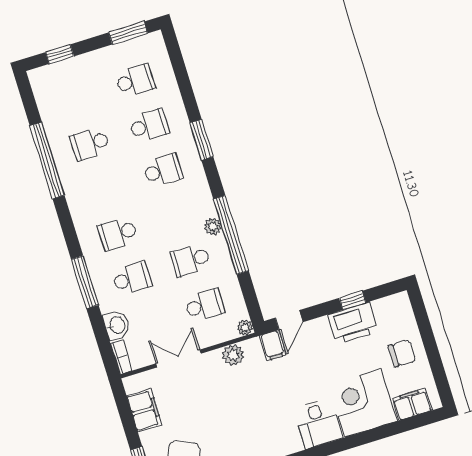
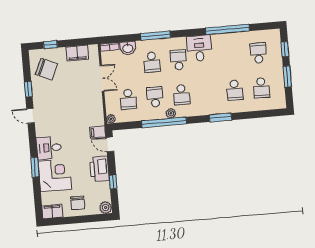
window: (128, 33) -> (287, 76), moved
school desk: (90, 144) -> (258, 53), moved
school desk: (163, 170) -> (181, 95), moved
desk: (90, 202) -> (199, 48), added
printer: (353, 323) -> (99, 169), moved
plant: (233, 355) -> (106, 208), moved
filing cabinet: (412, 404) -> (52, 212), moved, turned -90
window: (357, 440) -> (35, 167), added

